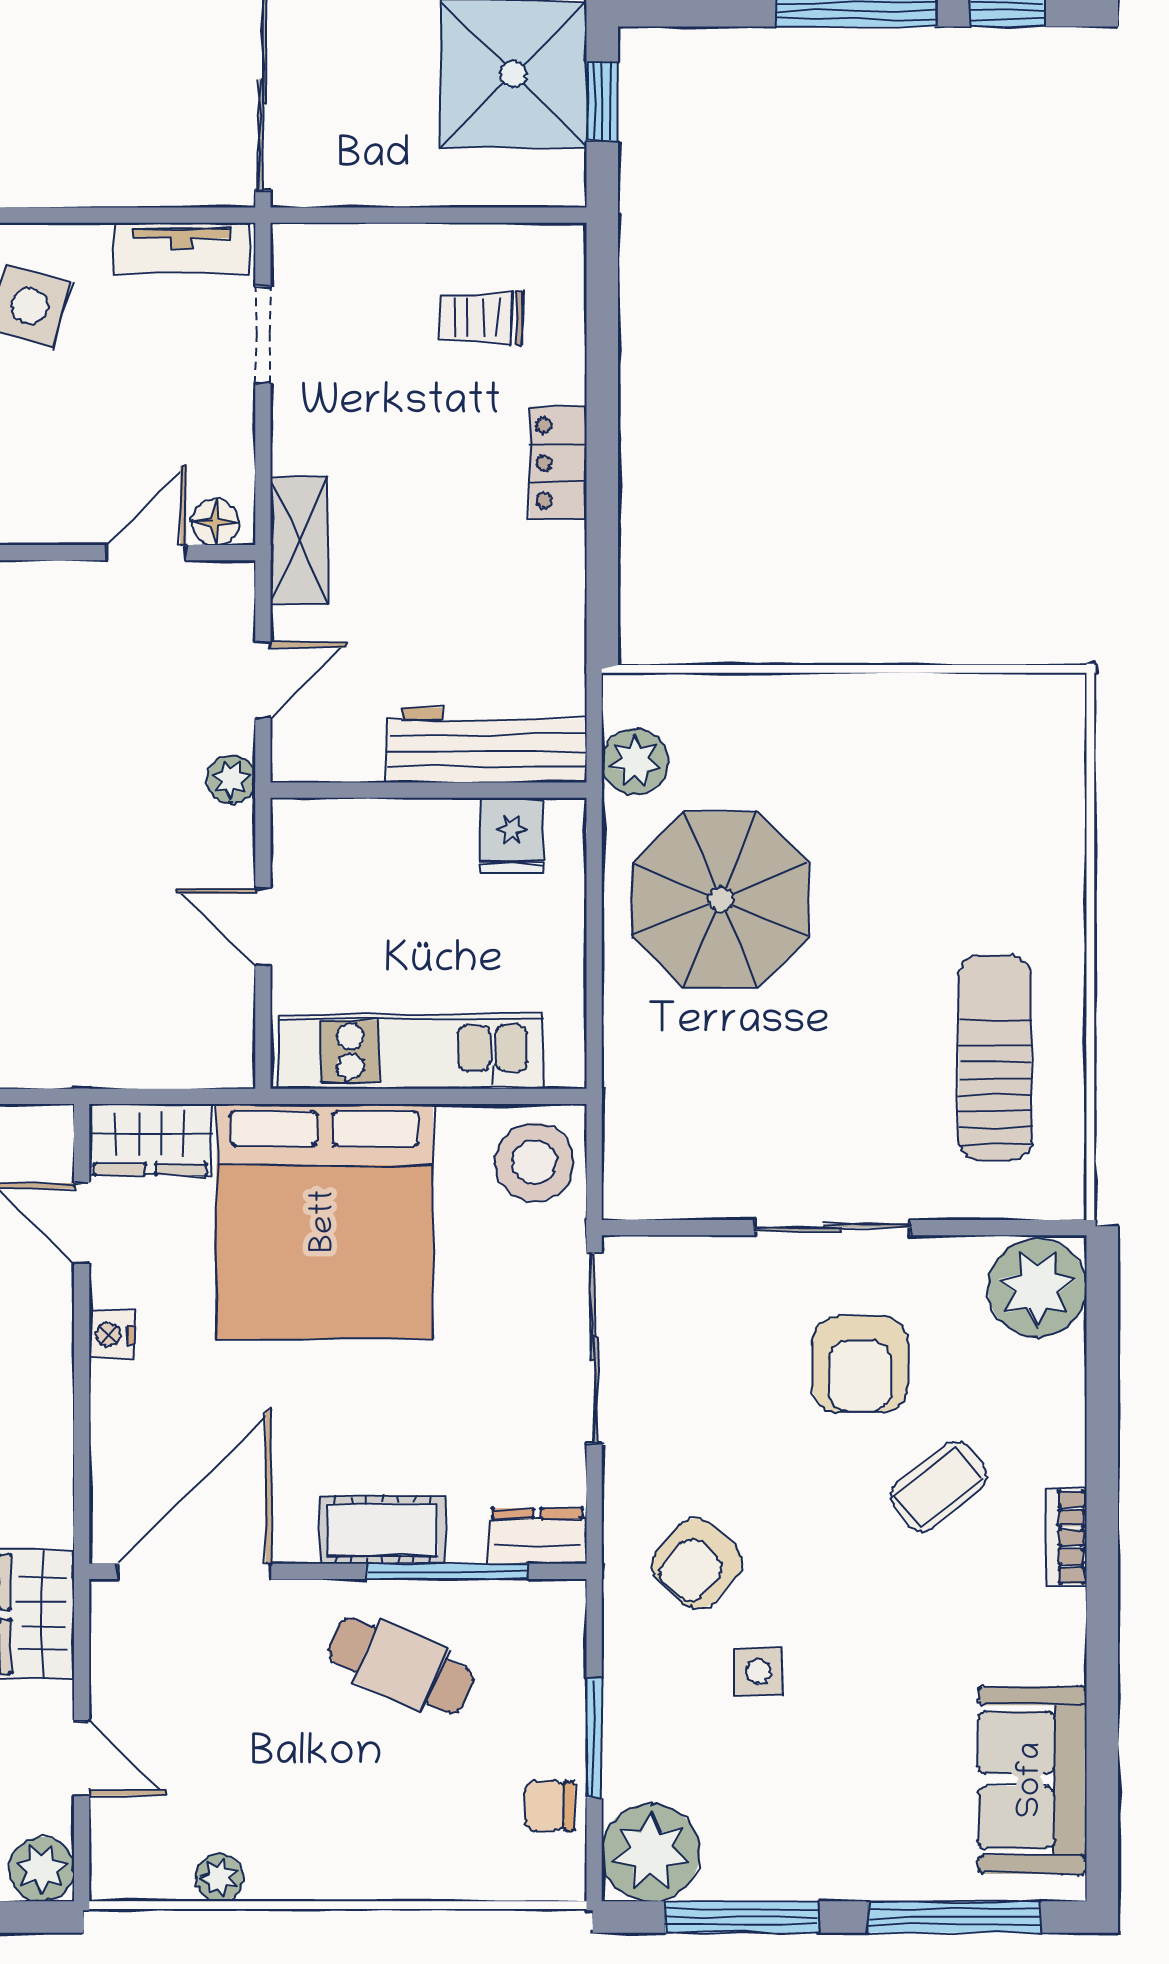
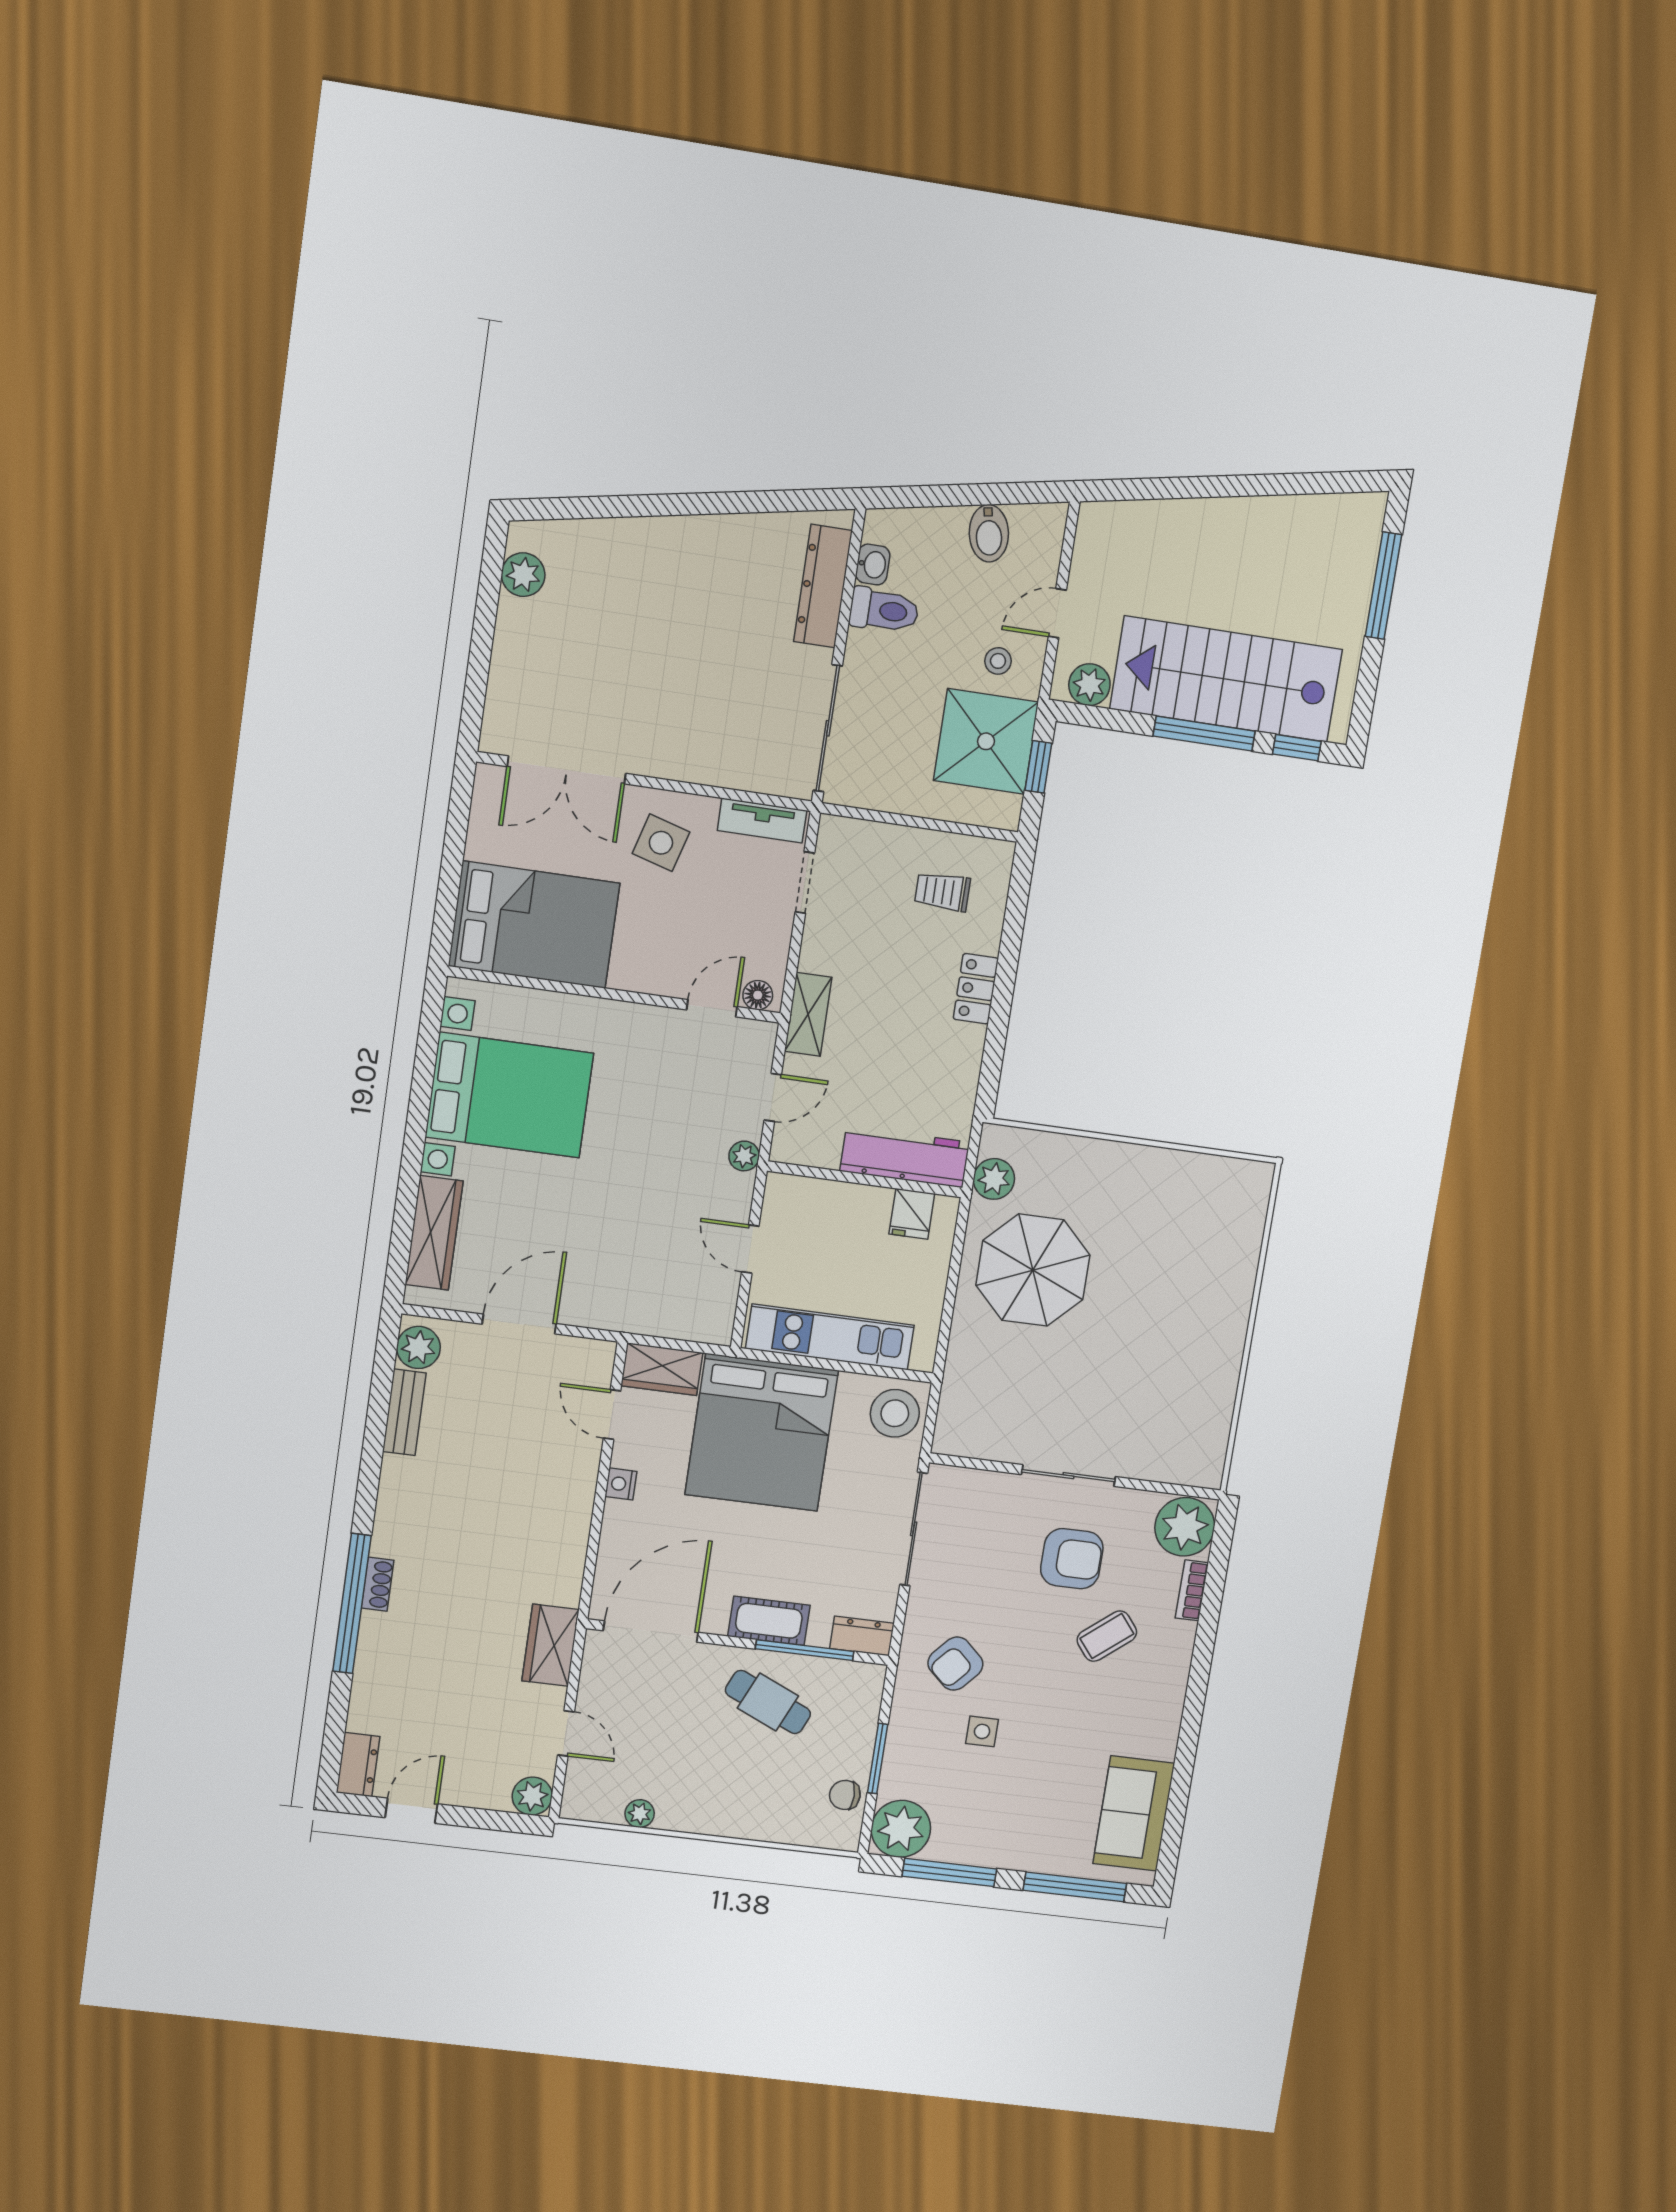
sun lounger: (995, 1058) -> (1182, 1387), removed
armchair: (860, 1364) -> (1072, 1559), turned -90
bookcase: (1067, 1537) -> (1192, 1590), moved

